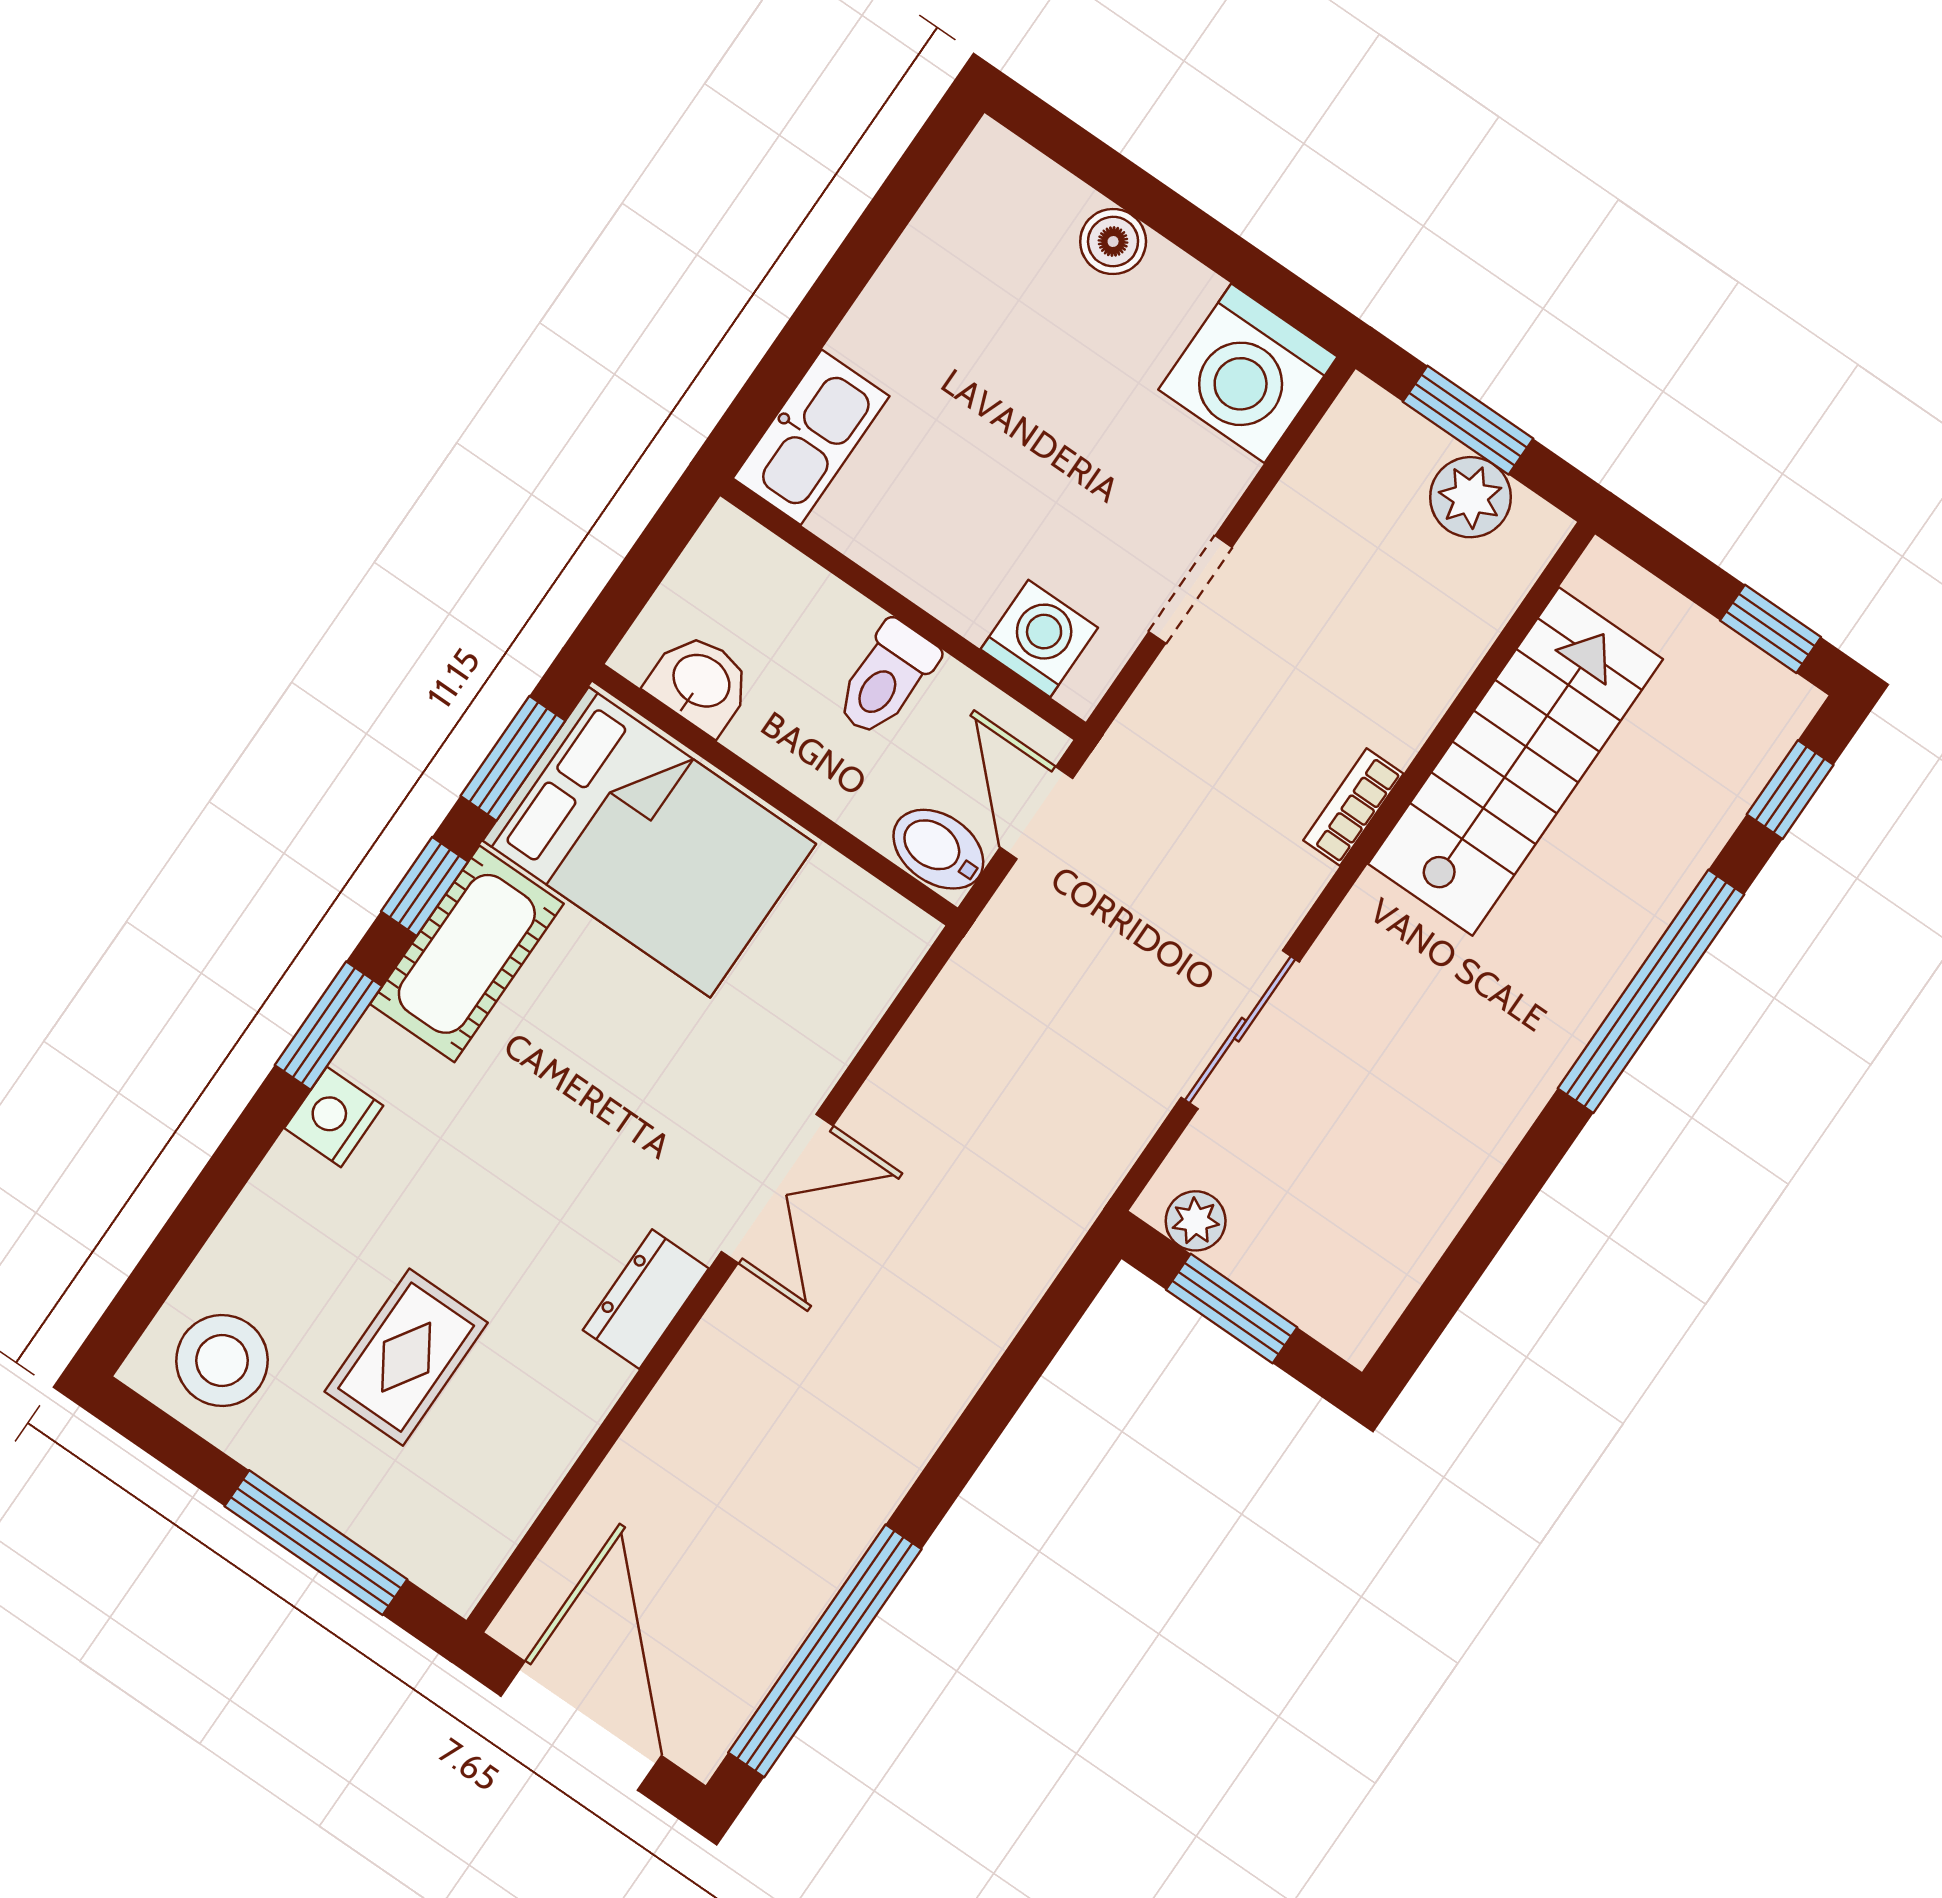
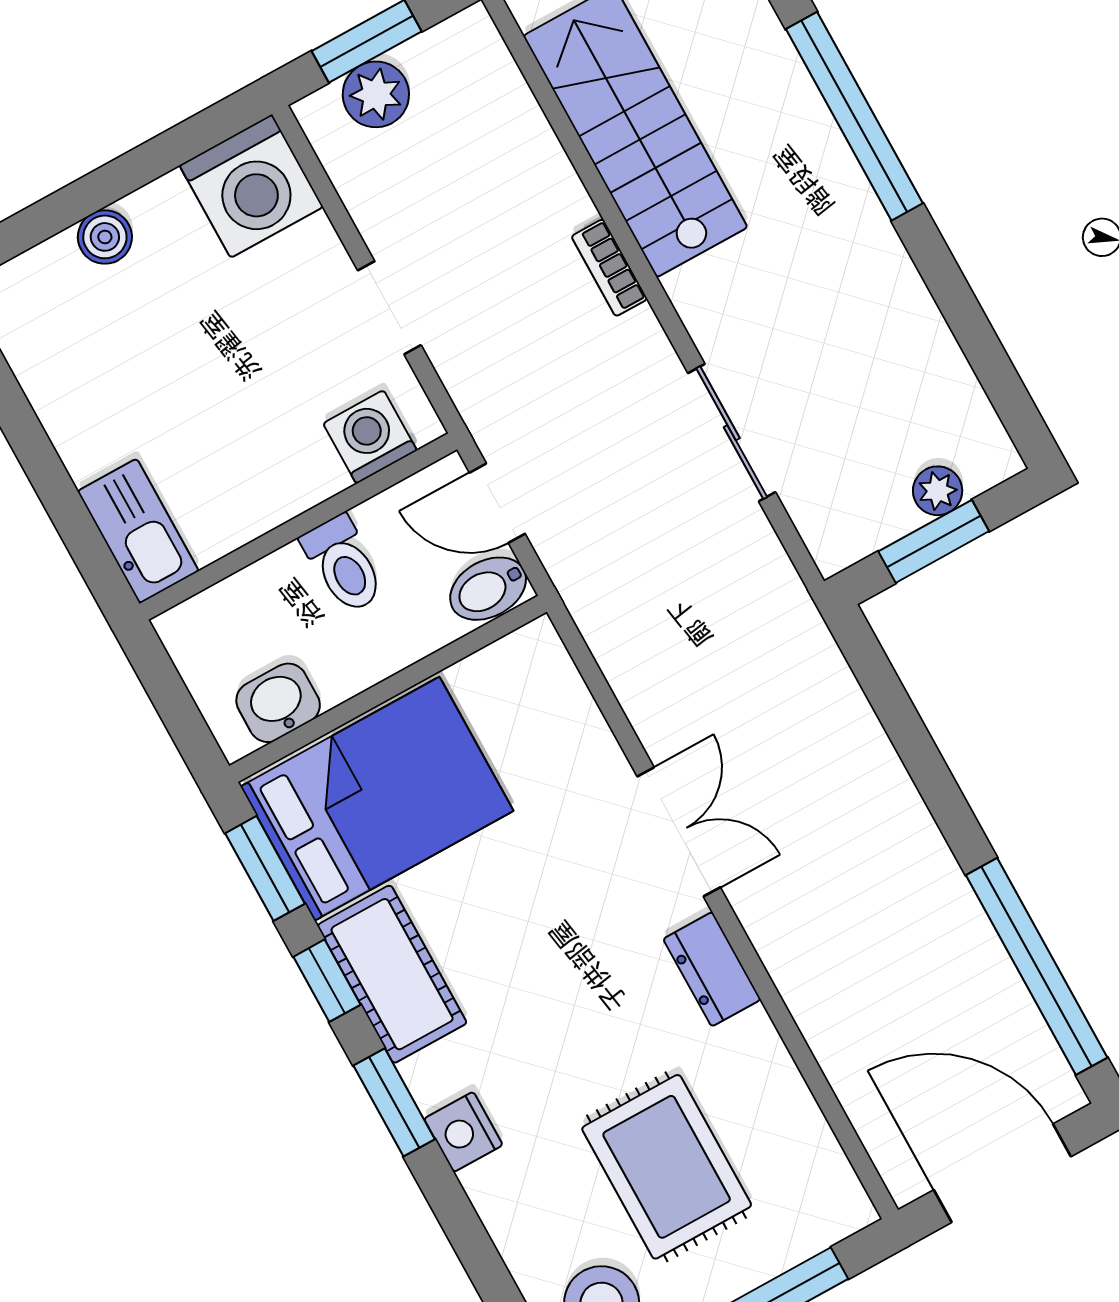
plant: (1470, 497) -> (376, 94), moved
plant: (1196, 1221) -> (938, 491), moved
rug: (406, 1357) -> (667, 1167), width x1.36, depth x1.43

